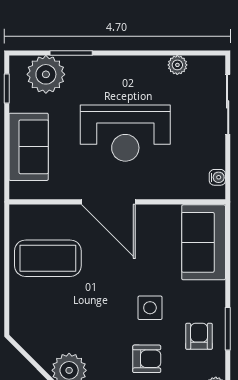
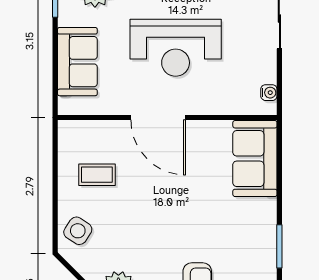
coffee table: (48, 258) -> (97, 175), width x0.54, depth x0.58
side table: (150, 308) -> (78, 231), moved, turned 33
armchair: (199, 336) -> (250, 254), removed

